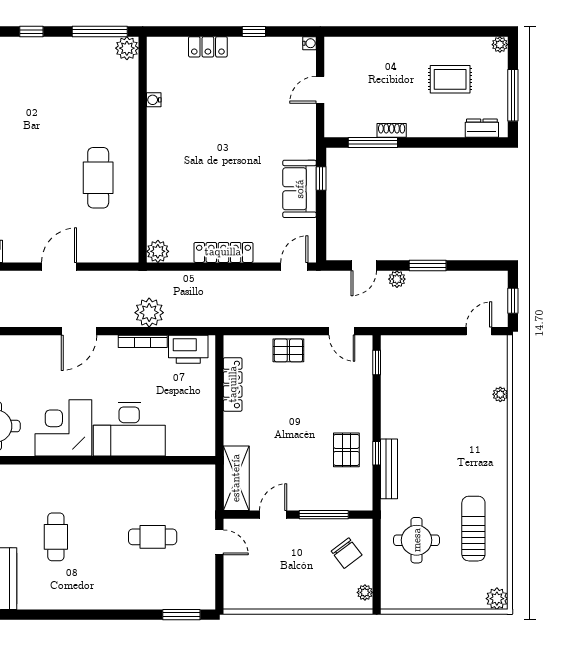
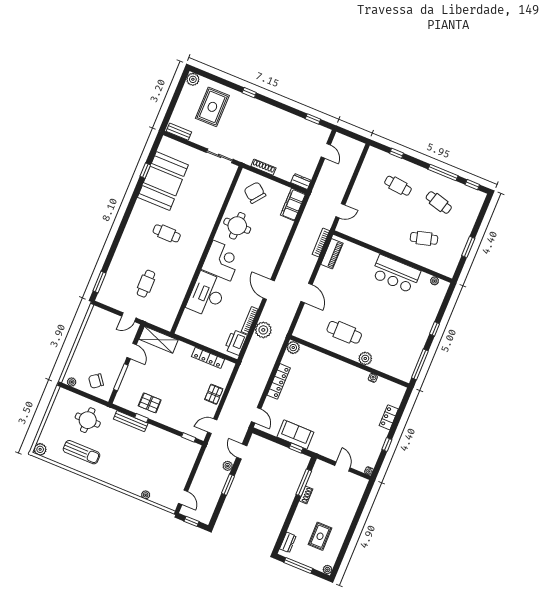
plant: (127, 48) -> (365, 358), moved

